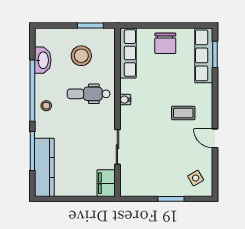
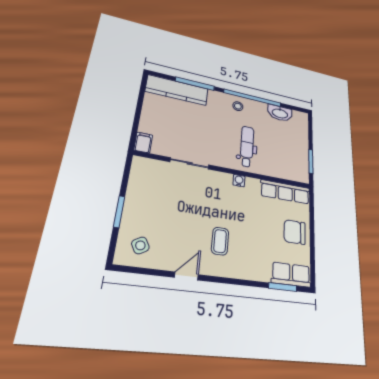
row of seats: (204, 55) -> (291, 275), width x0.68
stool: (81, 56) -> (283, 147), removed
filing cabinet: (106, 183) -> (143, 143), width x0.50

